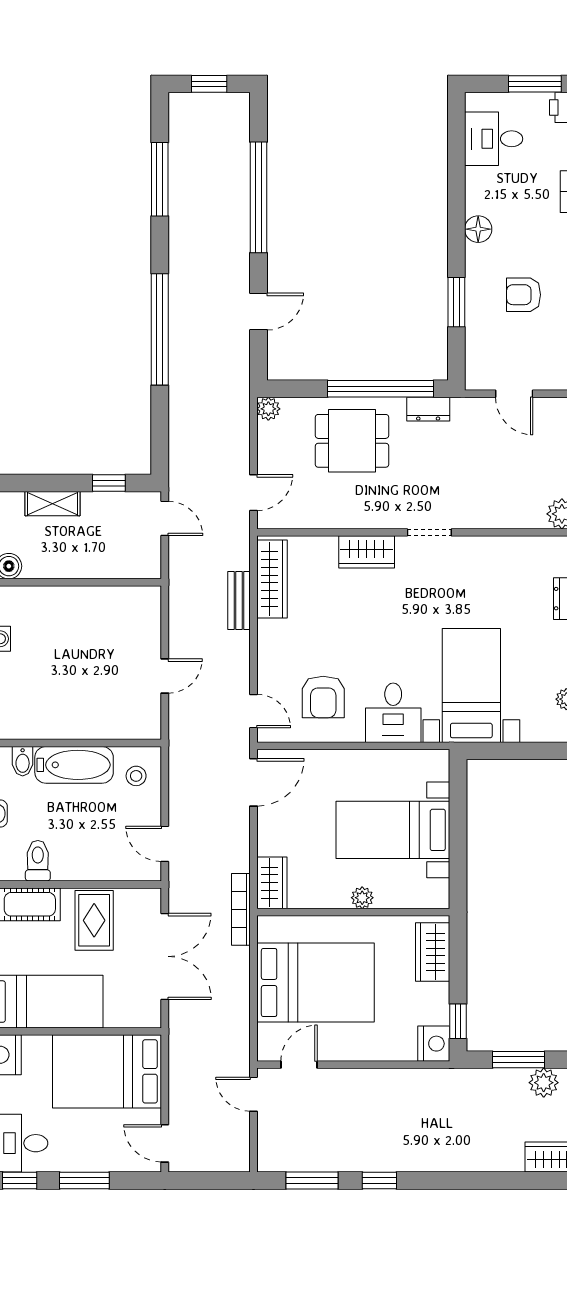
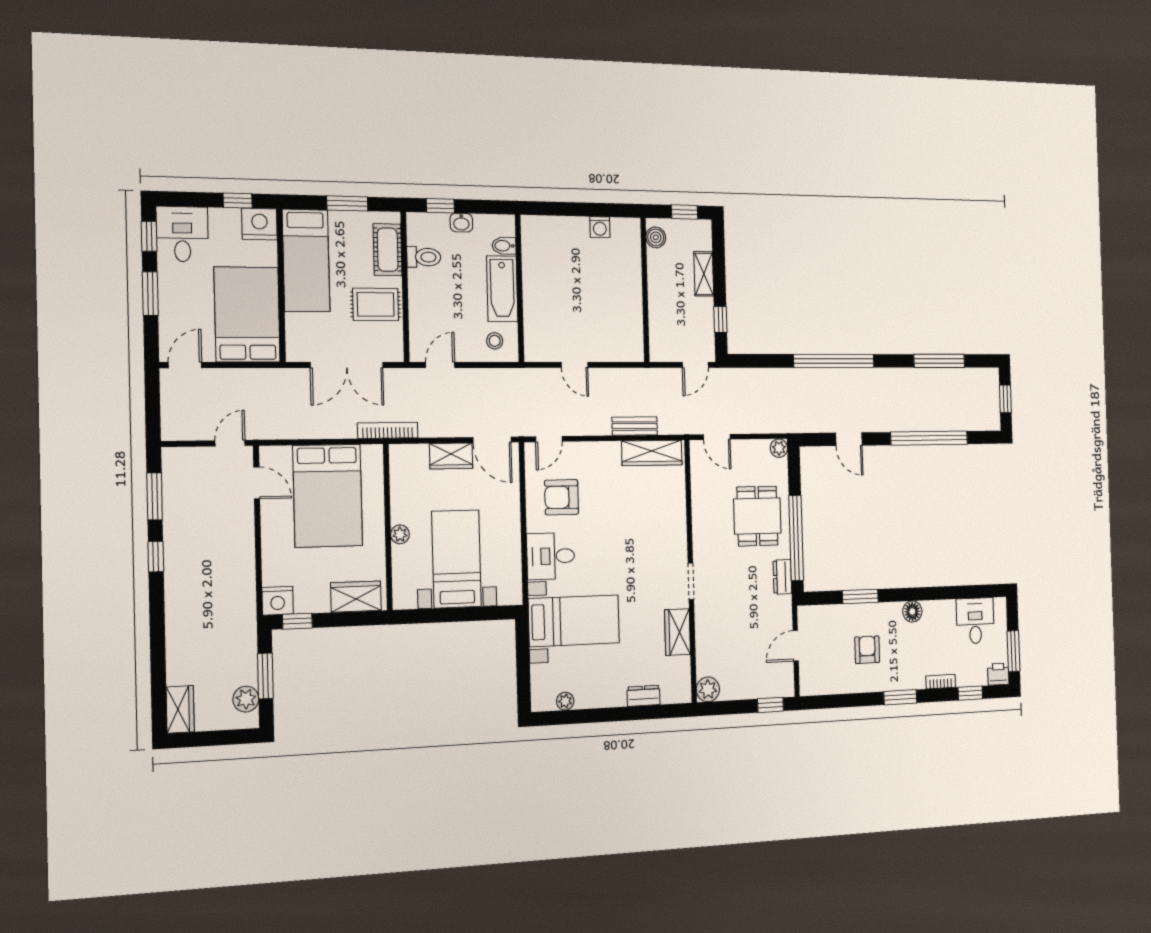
wardrobe: (367, 552) -> (677, 632), moved
wardrobe: (272, 883) -> (451, 456), moved

